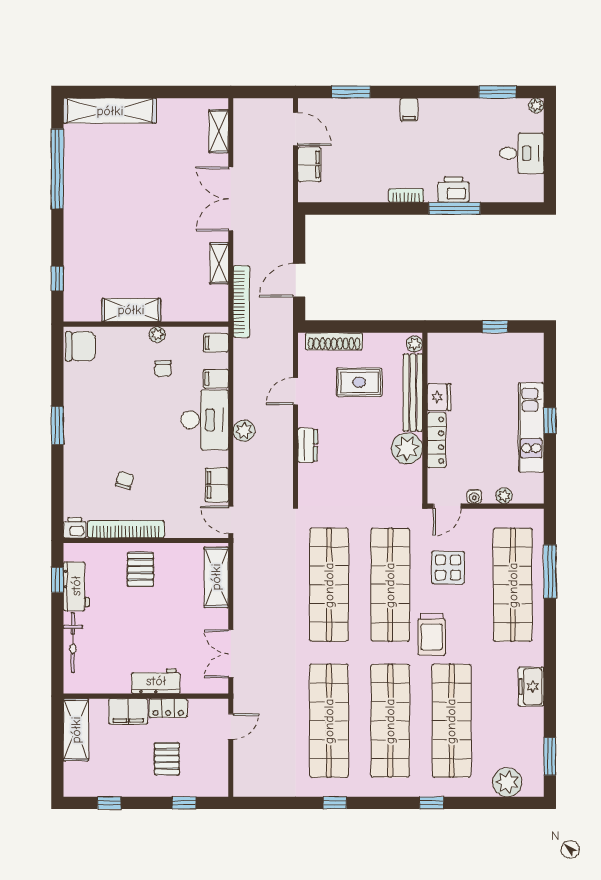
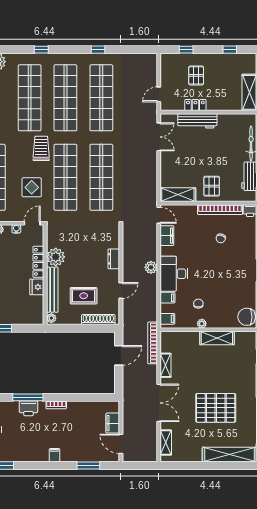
pallet: (133, 190) -> (216, 408), added
shelving: (216, 577) -> (178, 195), moved, turned 90
workbench: (156, 681) -> (197, 121), width x1.37
filing cabinet: (128, 711) -> (219, 103), removed

